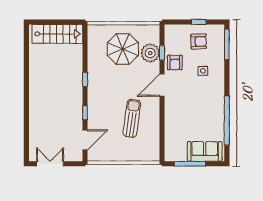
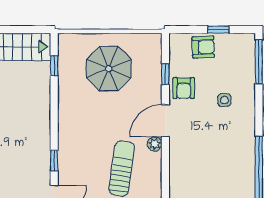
armchair: (199, 41) -> (203, 47), moved
plant: (150, 53) -> (155, 144), moved, width x0.53, depth x0.53
window: (85, 79) -> (54, 66), moved

